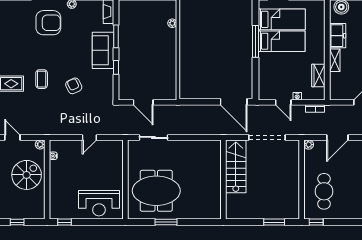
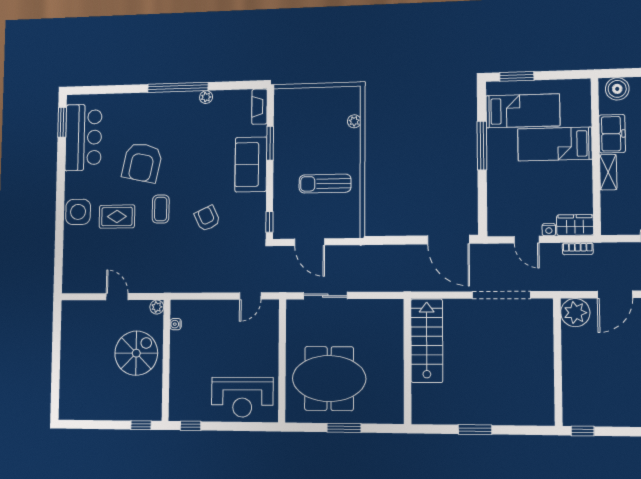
armchair: (48, 23) -> (142, 162), moved, turned 102
bed: (282, 41) -> (555, 144), moved, turned 180
sun lounger: (153, 64) -> (325, 184), added
window: (116, 67) -> (269, 222), moved
wardrobe: (318, 76) -> (575, 225), moved, turned 90
door: (89, 137) -> (250, 296), moved
plant: (309, 145) -> (575, 313), width x1.87, depth x1.87
stairs: (236, 166) -> (427, 341), moved
wall: (223, 179) -> (407, 361), moved
cafe table: (324, 191) -> (595, 381), removed
window: (17, 222) -> (141, 425), moved
window: (274, 222) -> (475, 430), moved

